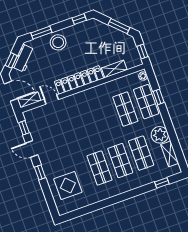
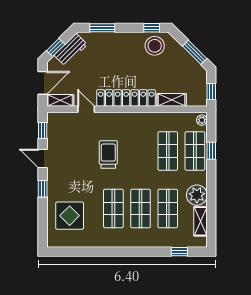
stool: (58, 42) -> (155, 46), moved
door: (11, 91) -> (43, 83), hinge flipped
trolley: (81, 128) -> (108, 154), added

